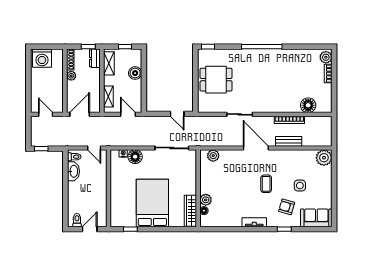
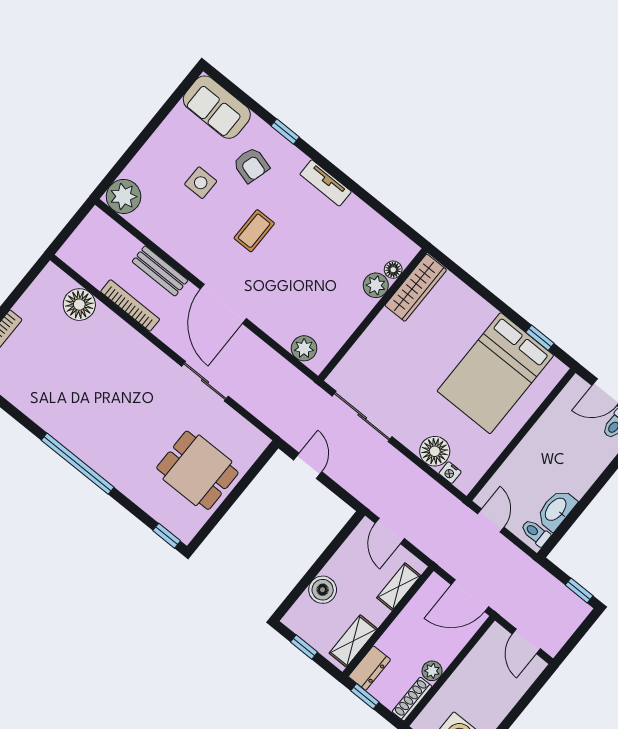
bed: (152, 203) -> (495, 373), moved

